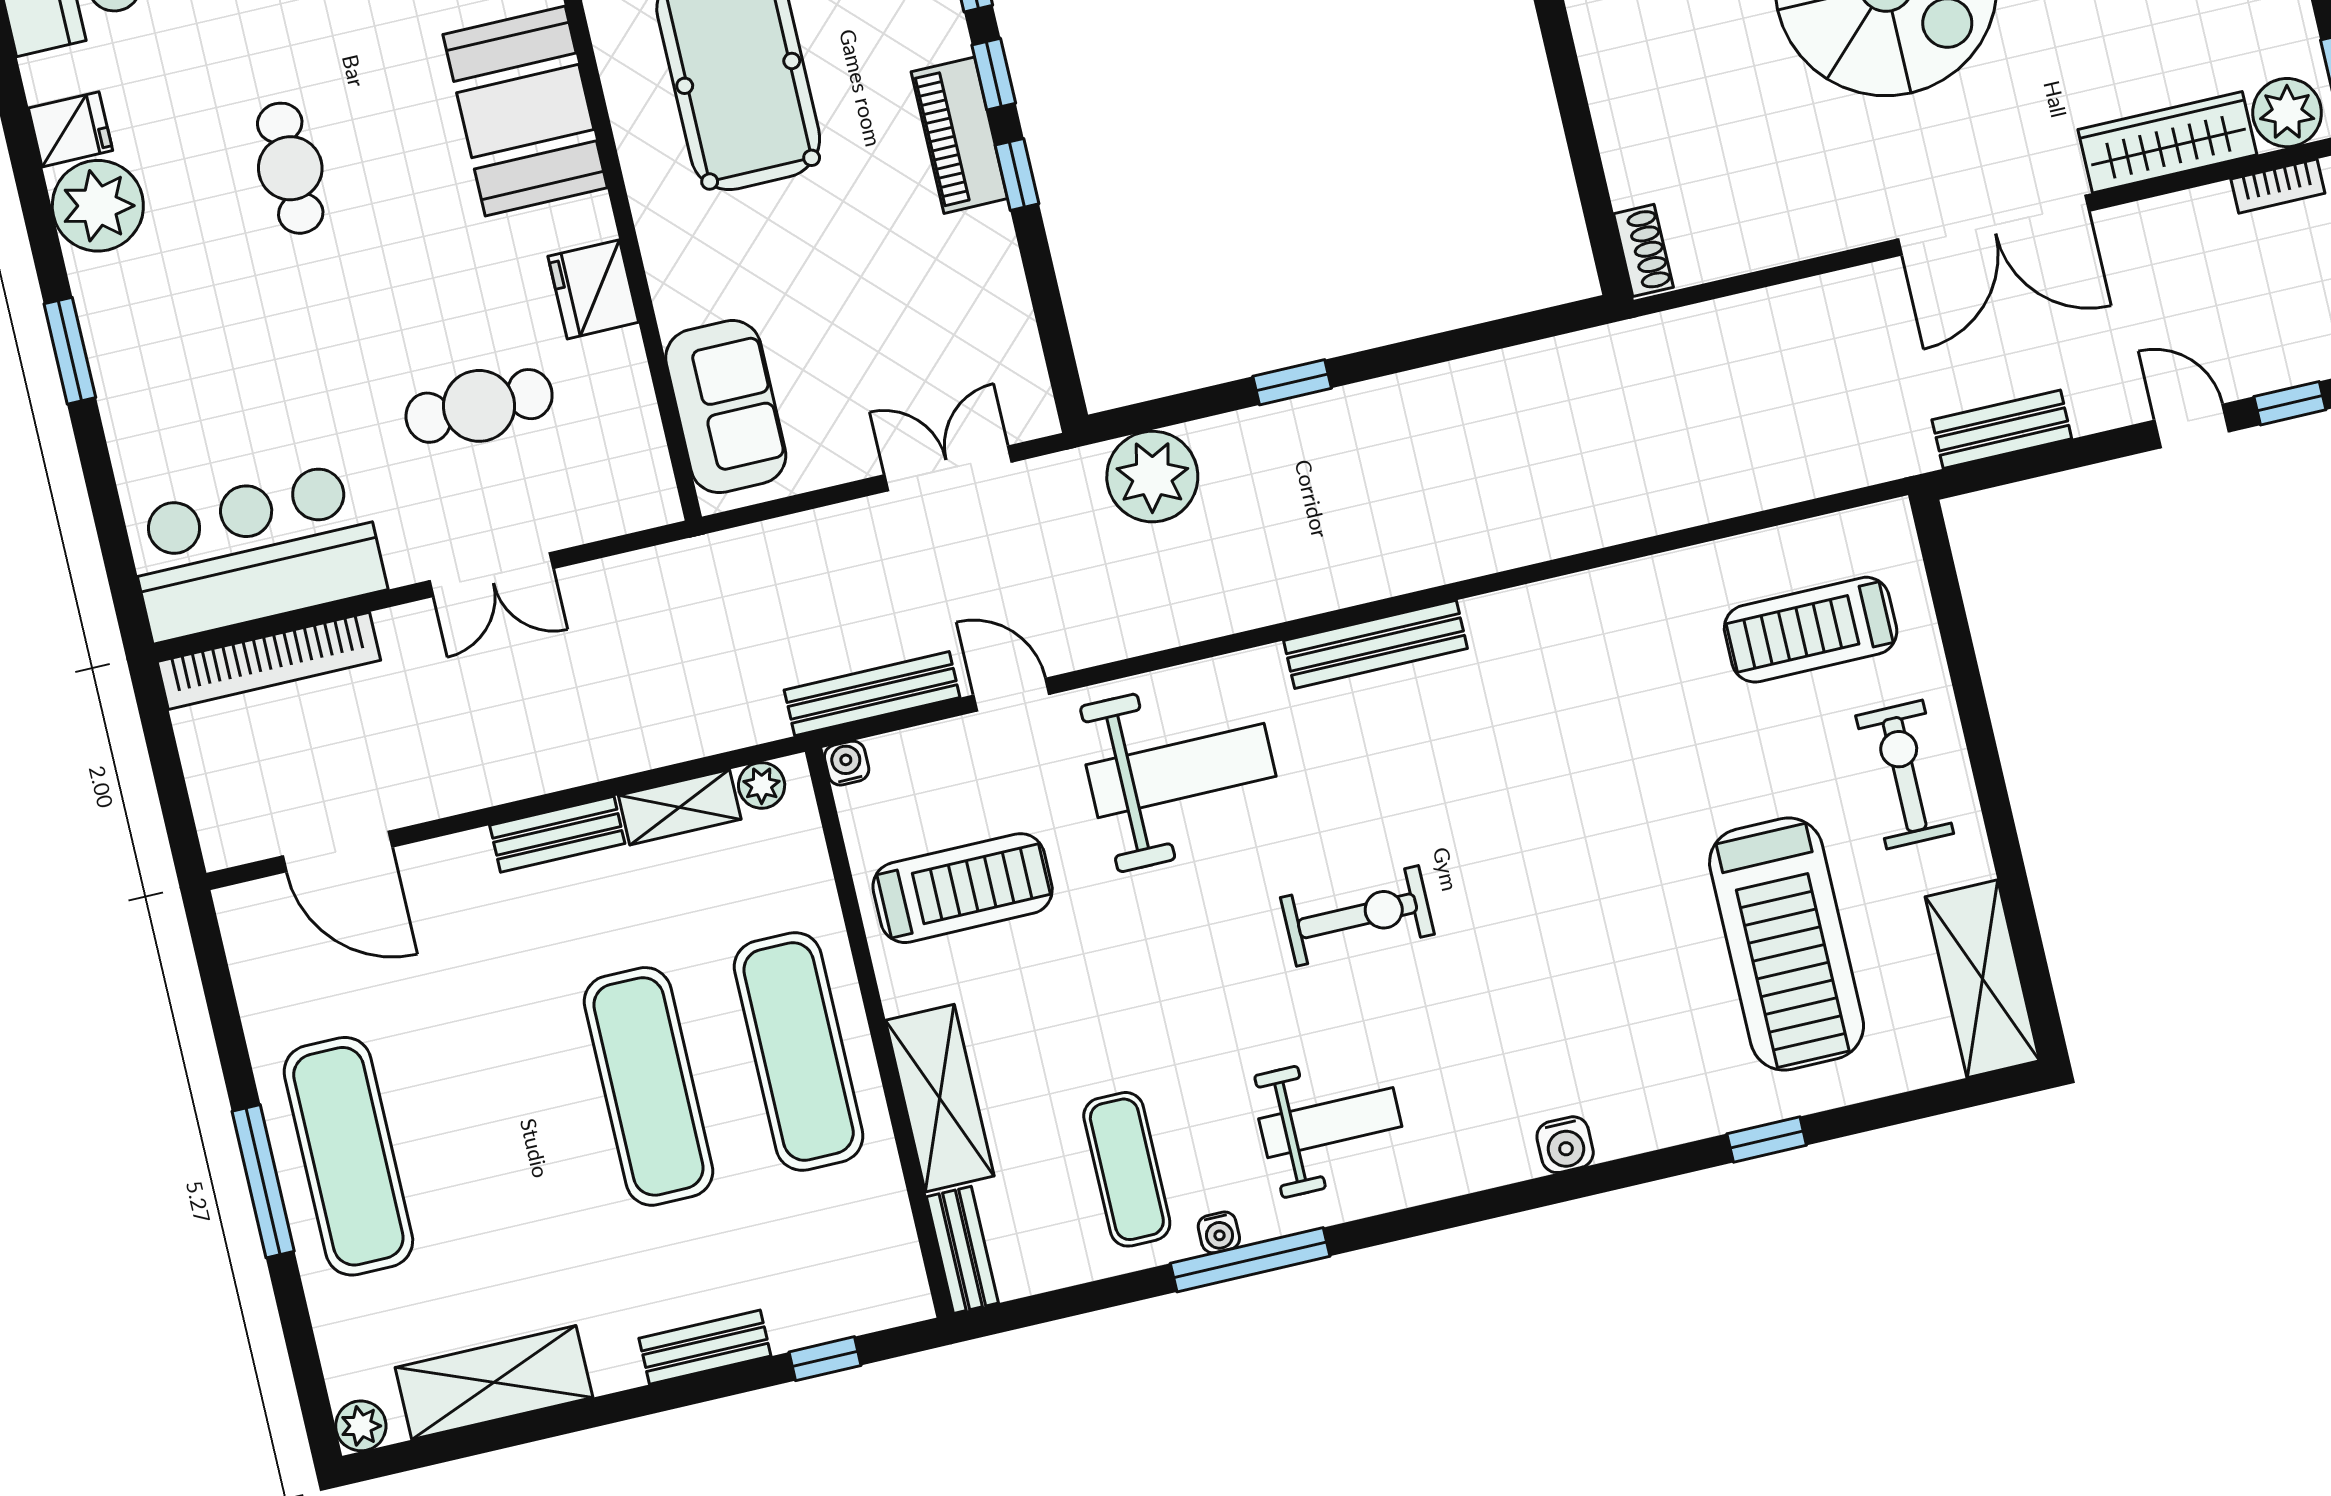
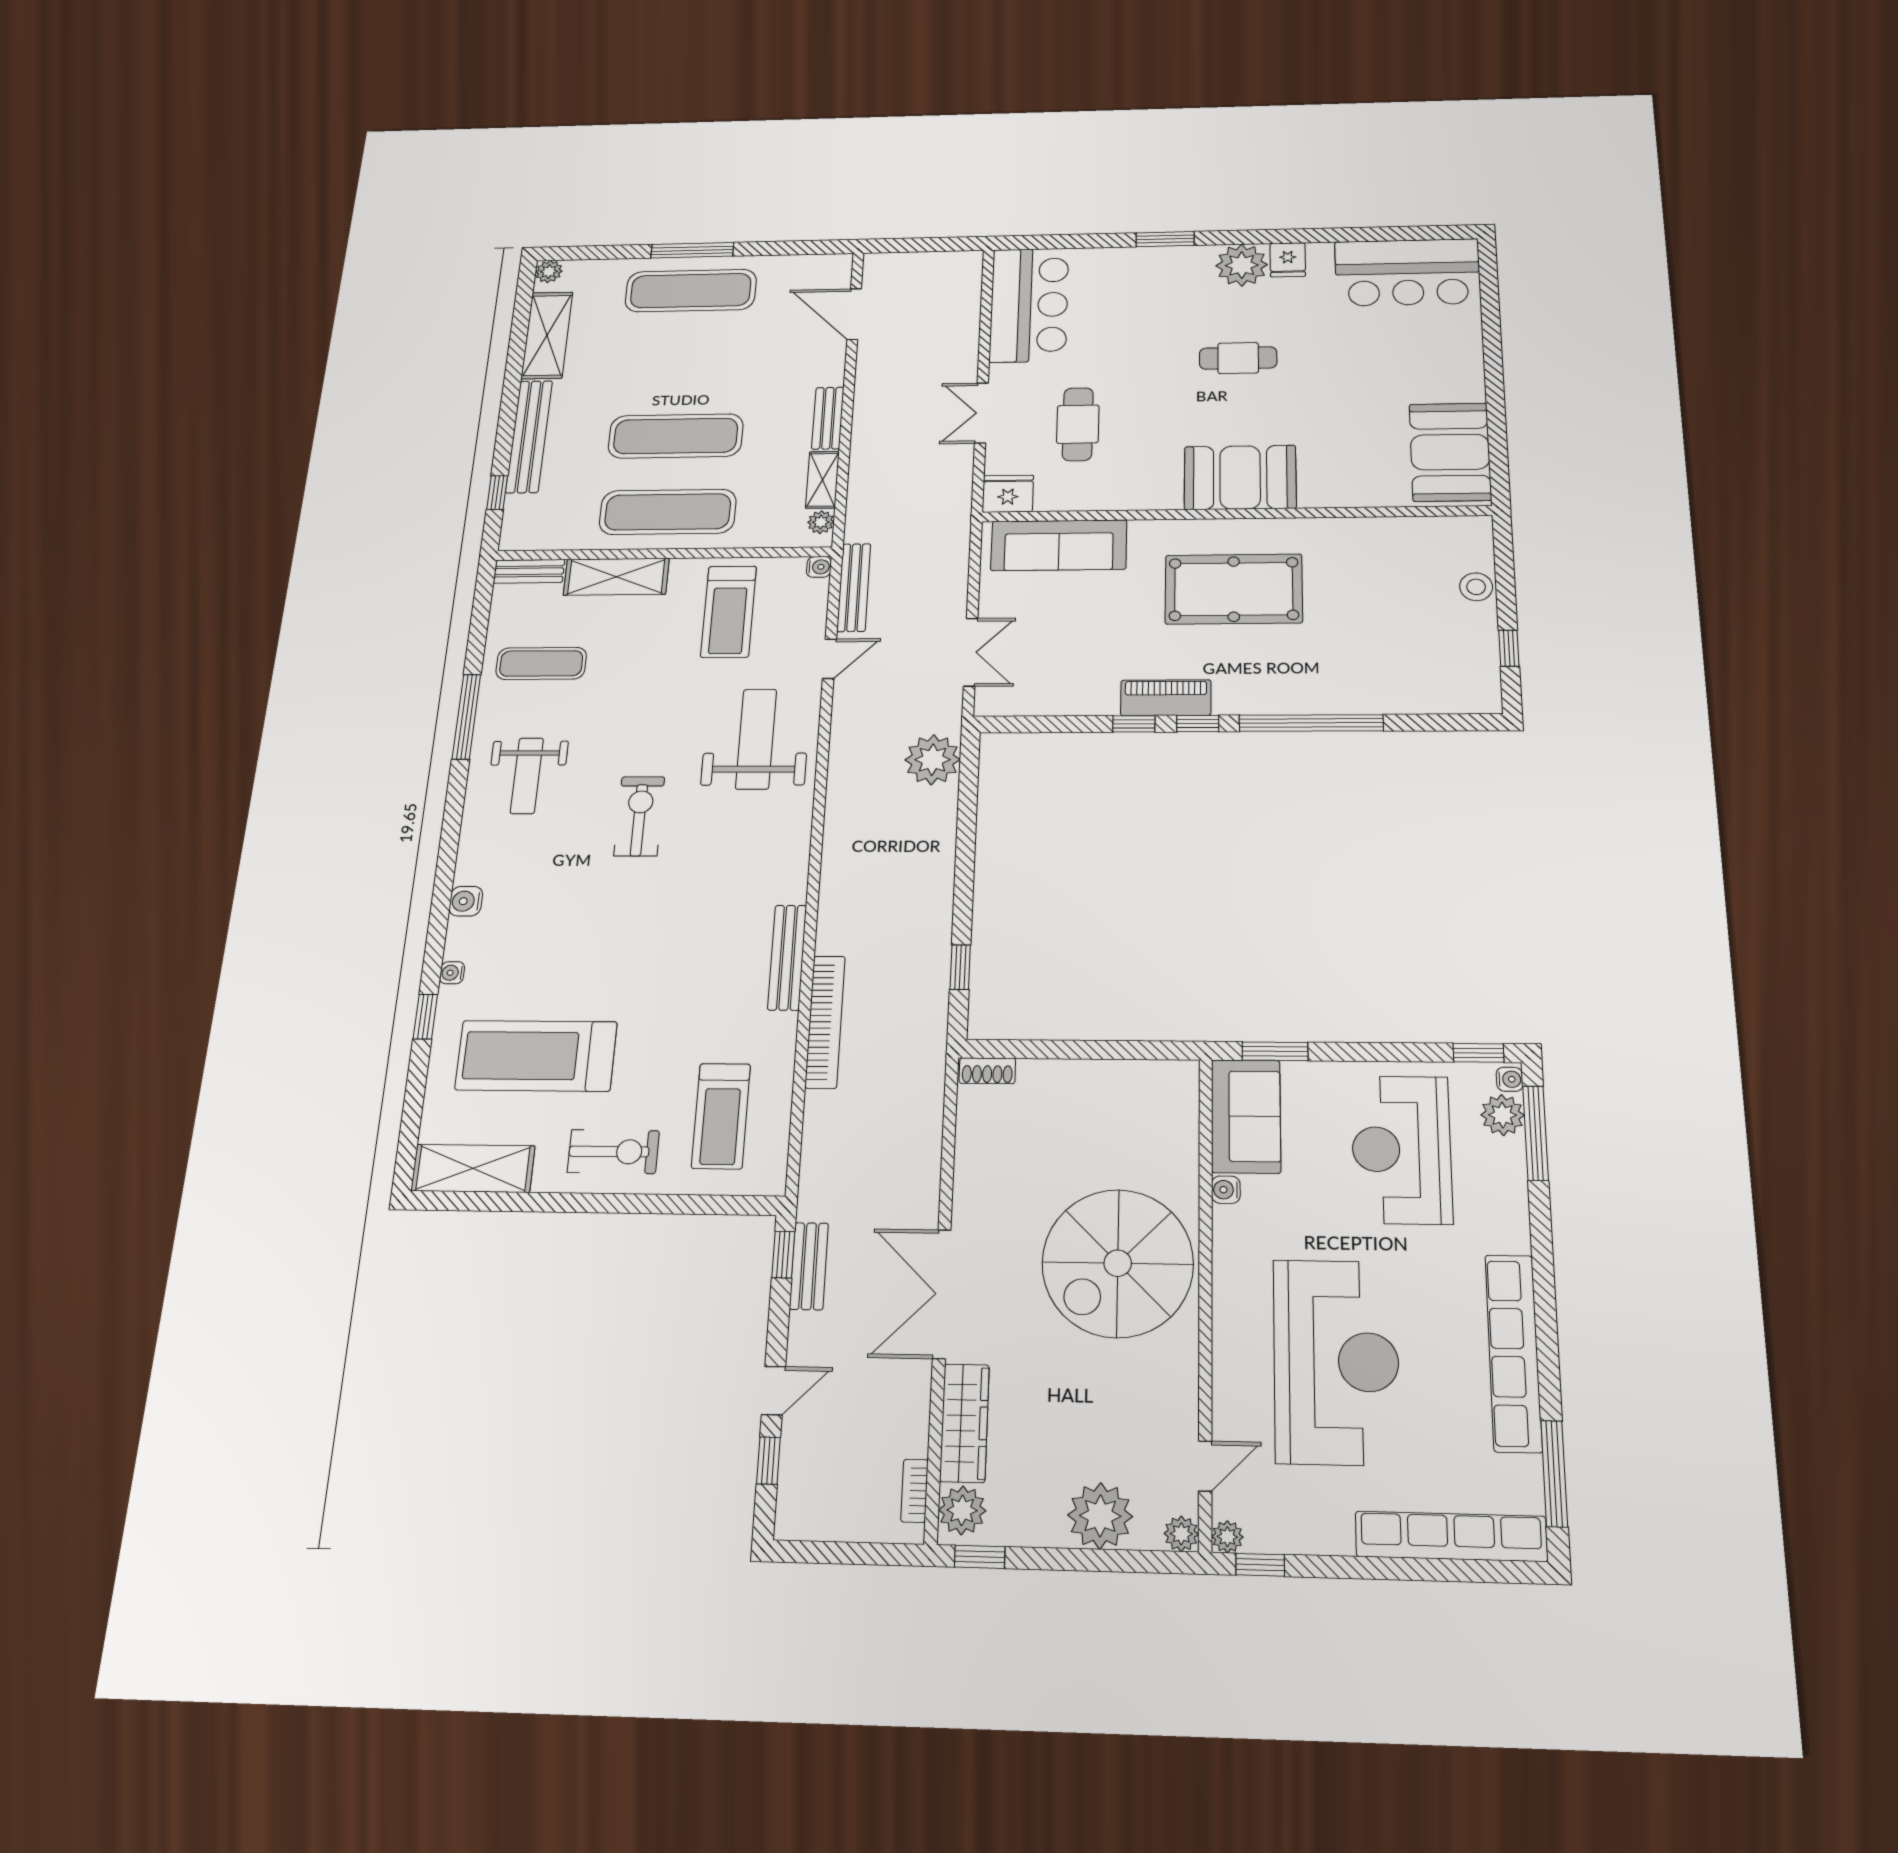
fridge: (593, 289) -> (1008, 494), moved
window: (1292, 382) -> (960, 967), moved
sofa: (726, 407) -> (1059, 545), width x1.36
window: (1994, 472) -> (783, 1255), added
treadmill: (1811, 630) -> (721, 1116), turned 180
bench: (1375, 644) -> (787, 957), moved
bookcase: (269, 661) -> (825, 1022), moved, turned 180
weight bench: (1181, 770) -> (756, 739), turned 180
door: (337, 851) -> (854, 314), hinge flipped
exercise bike: (1357, 916) -> (639, 816), turned 180
water cooler: (1219, 1232) -> (452, 973), moved
bench: (705, 1347) -> (529, 436), width x1.86, depth x1.21

